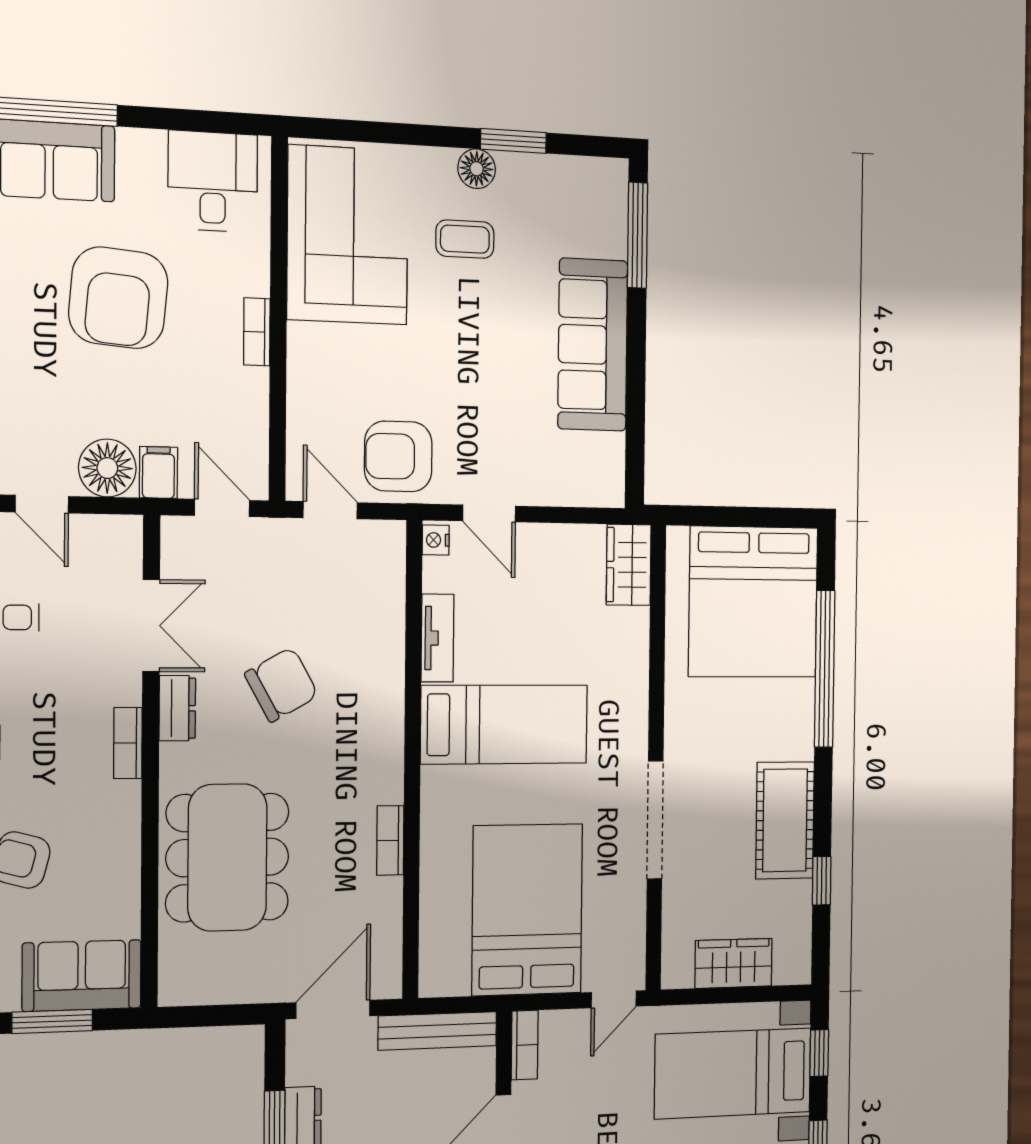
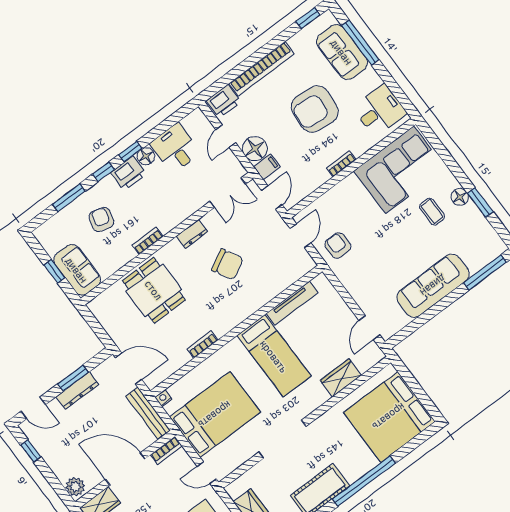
armchair: (398, 456) -> (338, 245), width x0.72, depth x0.72
door: (489, 513) -> (369, 328), moved
nightstand: (436, 540) -> (163, 398), moved
wardrobe: (629, 565) -> (341, 378), moved
double door: (151, 626) -> (228, 193), moved
tv unit: (437, 638) -> (292, 303), width x1.41
window: (825, 669) -> (364, 481), moved
bookcase: (128, 743) -> (148, 241), moved
dining table: (227, 857) -> (154, 290), width x0.73
window: (52, 1021) -> (54, 271), width x0.67

